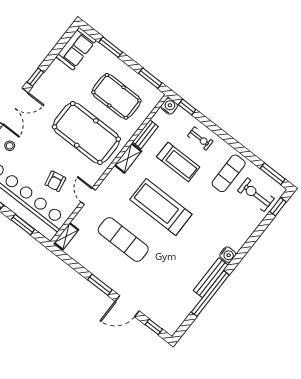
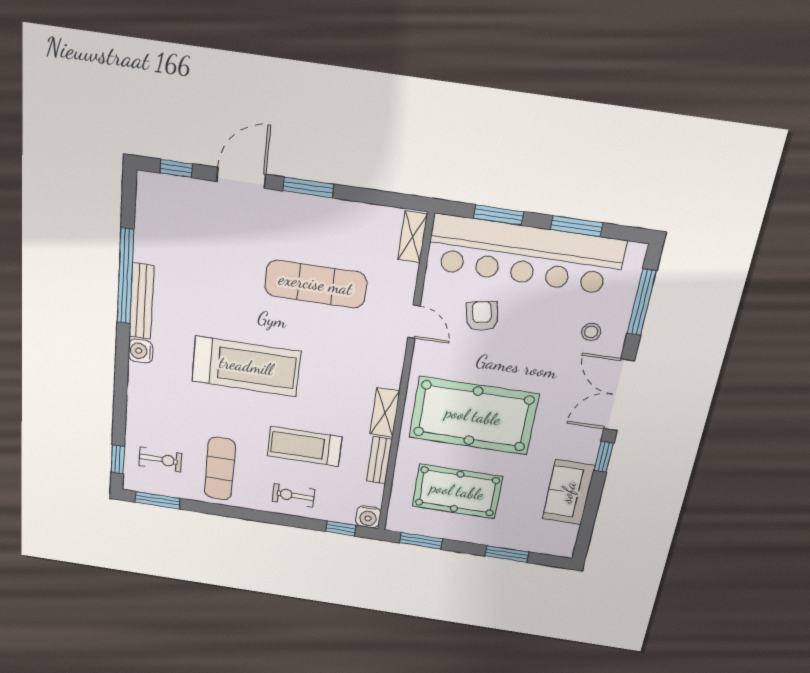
sofa: (76, 49) -> (568, 492), moved
exercise bike: (256, 195) -> (161, 459), width x0.73, depth x0.72
treadmill: (161, 207) -> (246, 366), moved

